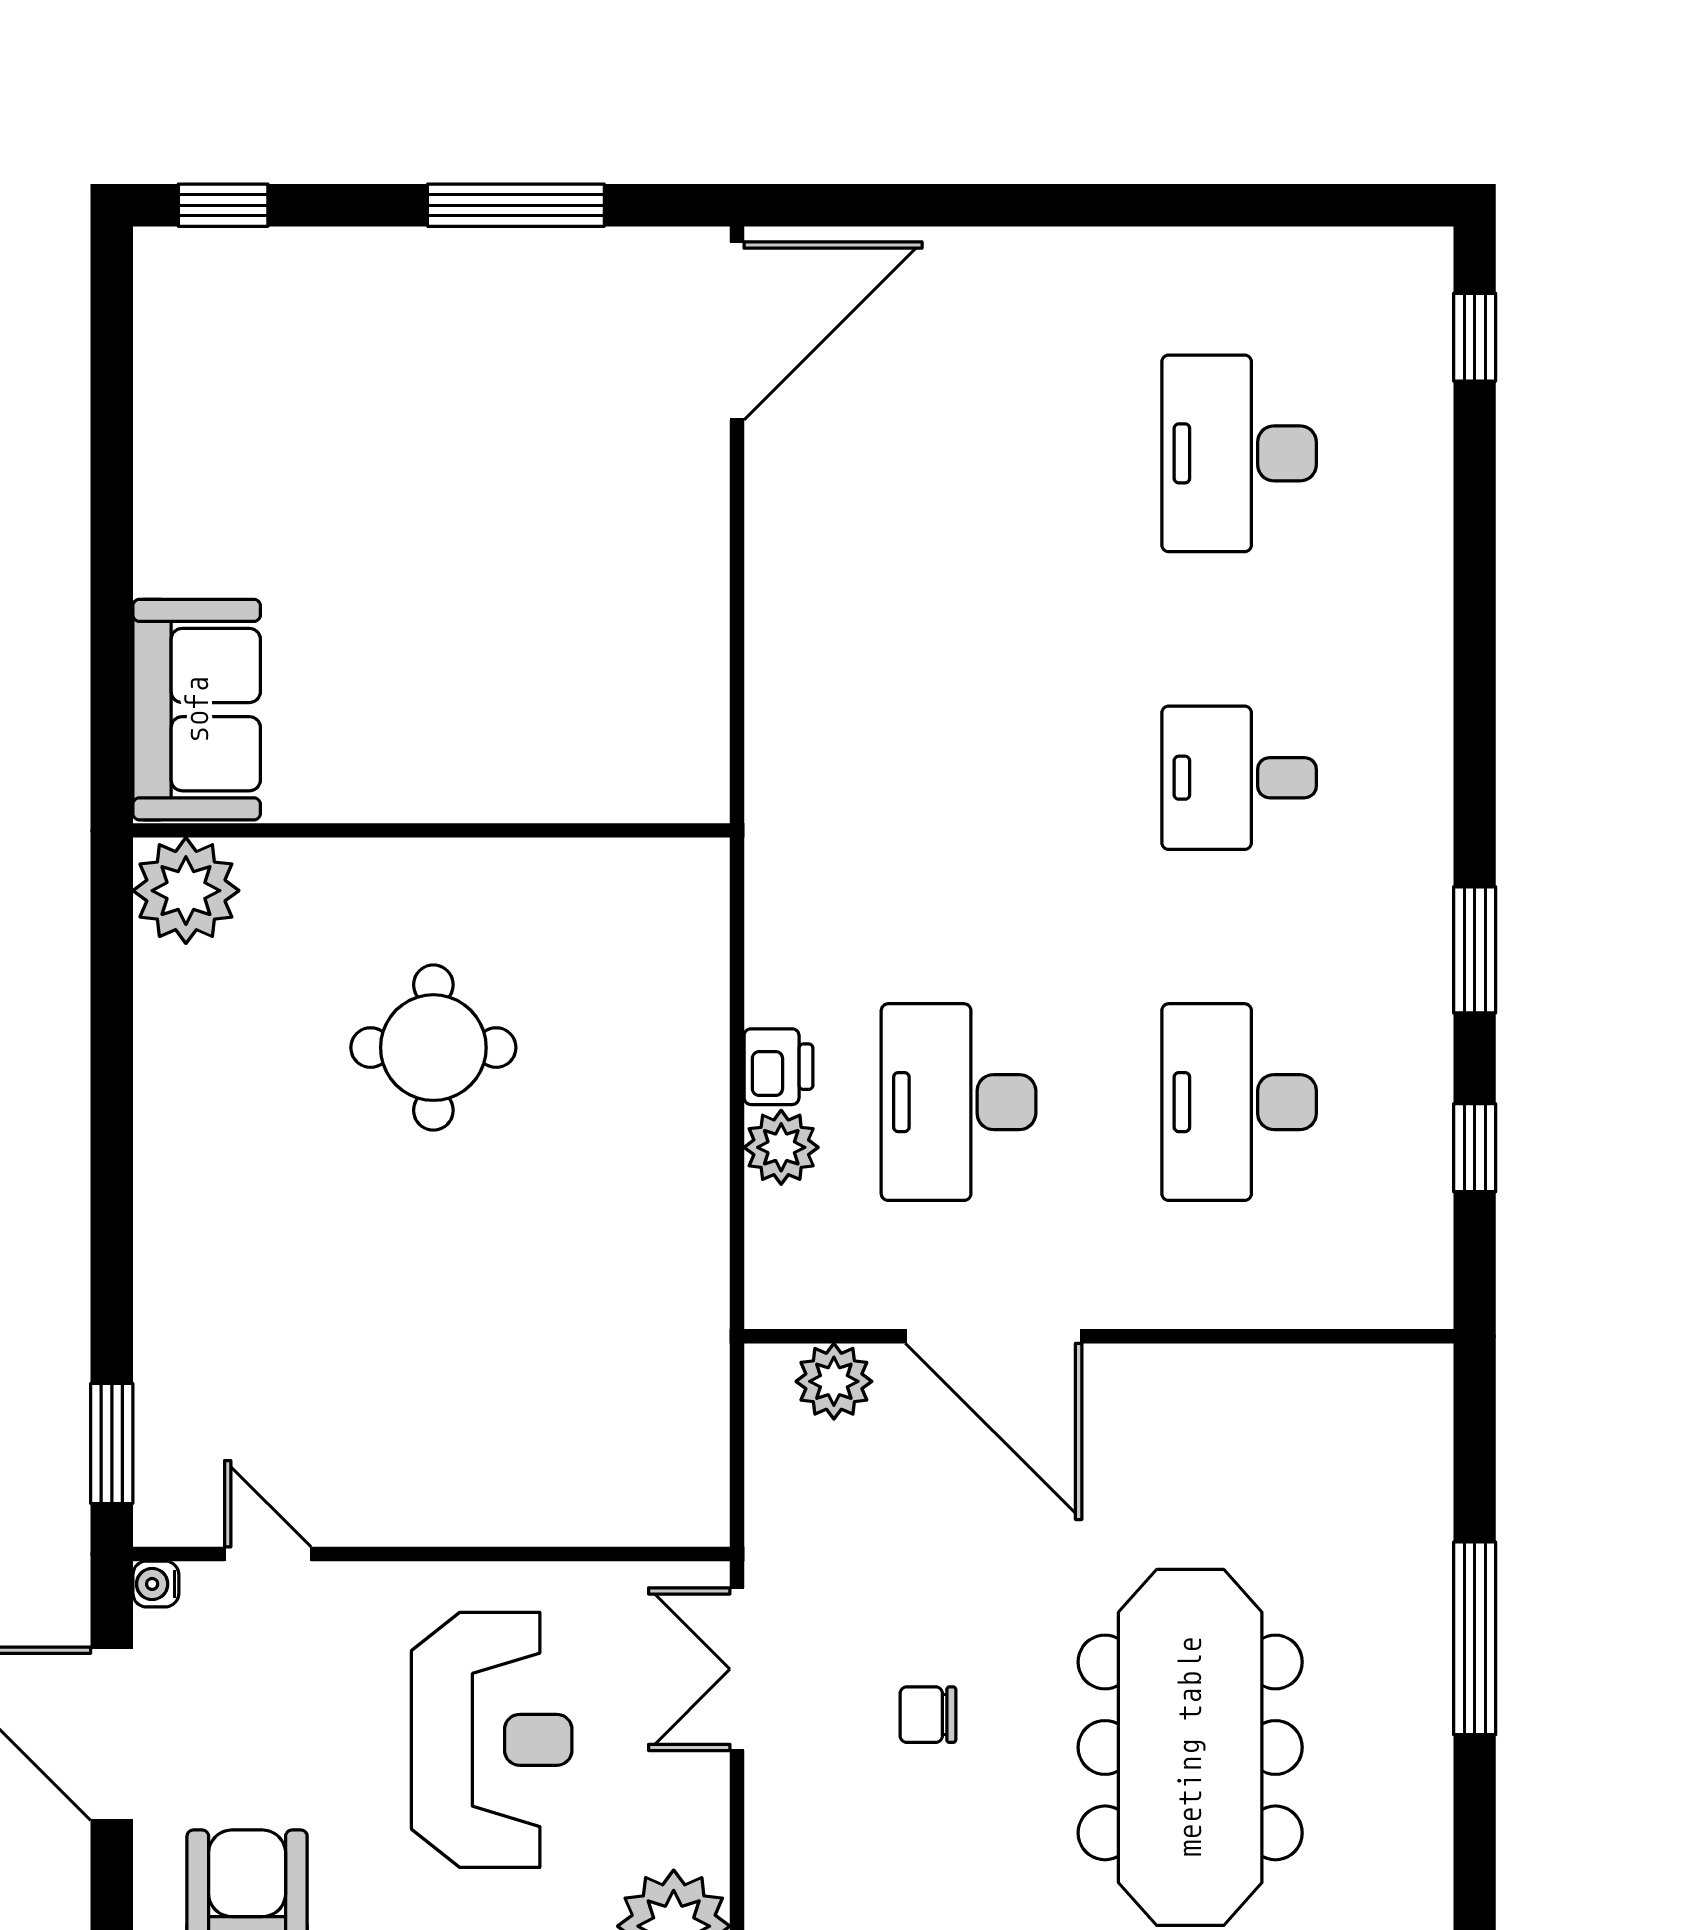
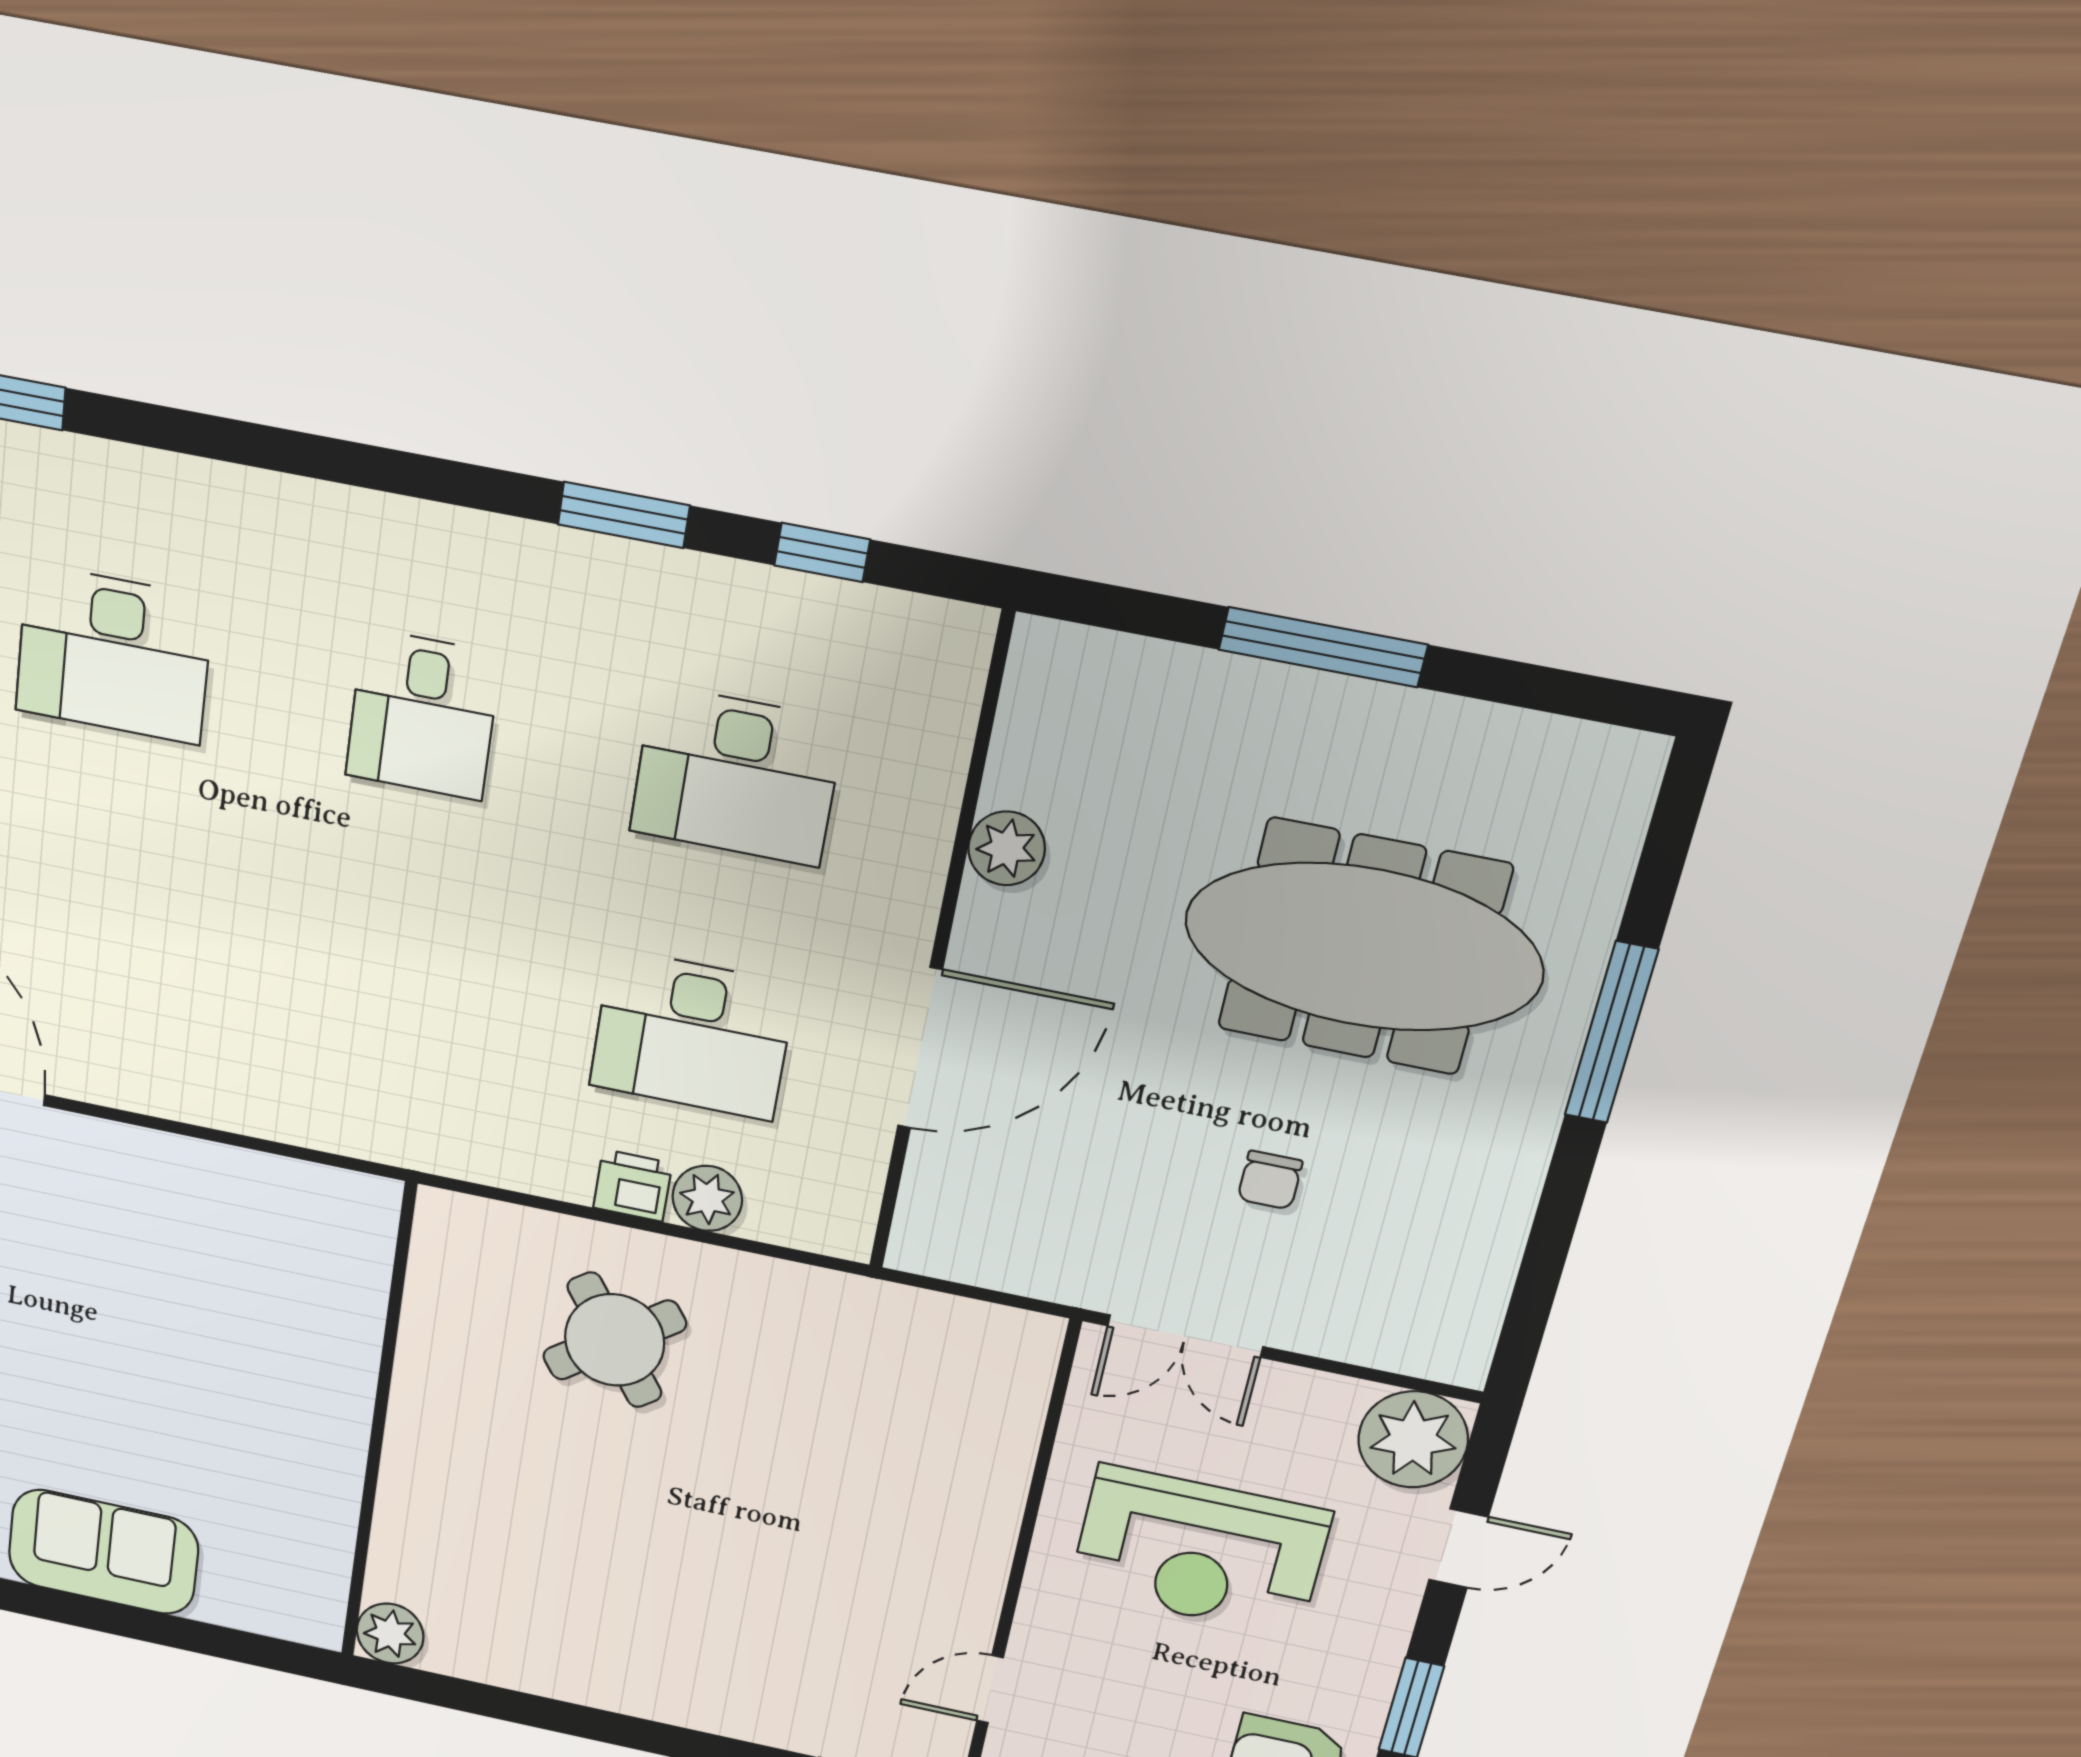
sofa: (197, 710) -> (103, 1552), moved
plant: (186, 891) -> (390, 1634), width x0.73, depth x0.73
round table: (433, 1048) -> (615, 1340), moved, turned -36
plant: (834, 1381) -> (1007, 848), moved
reception desk: (492, 1740) -> (1200, 1551), turned 180

